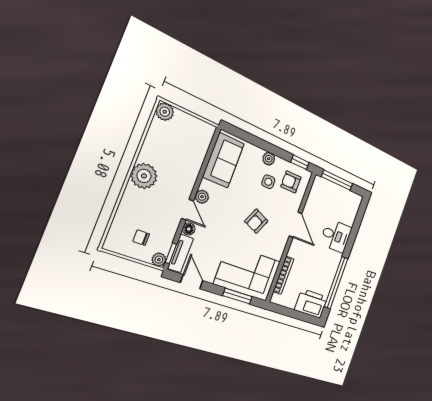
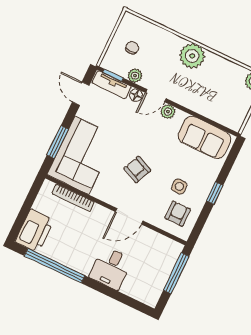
plant: (269, 159) -> (204, 189), removed
window: (300, 162) -> (215, 193), moved
plant: (159, 260) -> (135, 76), moved
door: (192, 282) -> (81, 94), swing flipped

